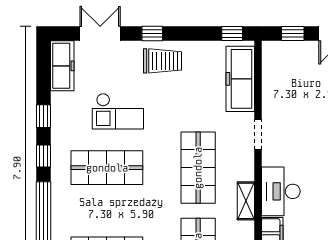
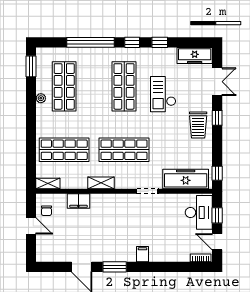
desk: (281, 191) -> (199, 212), moved, turned 90

